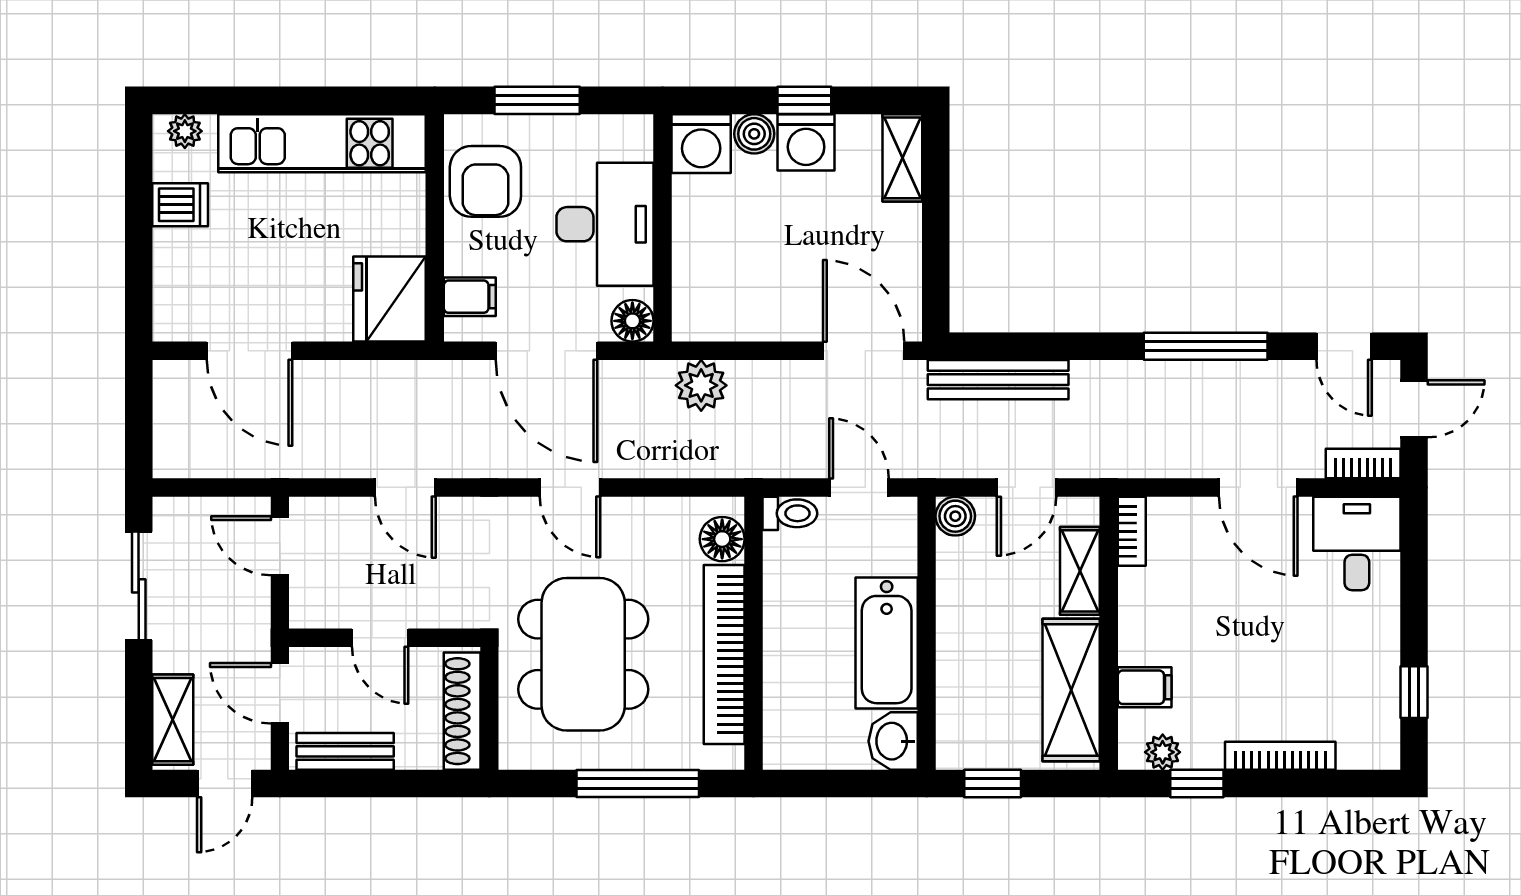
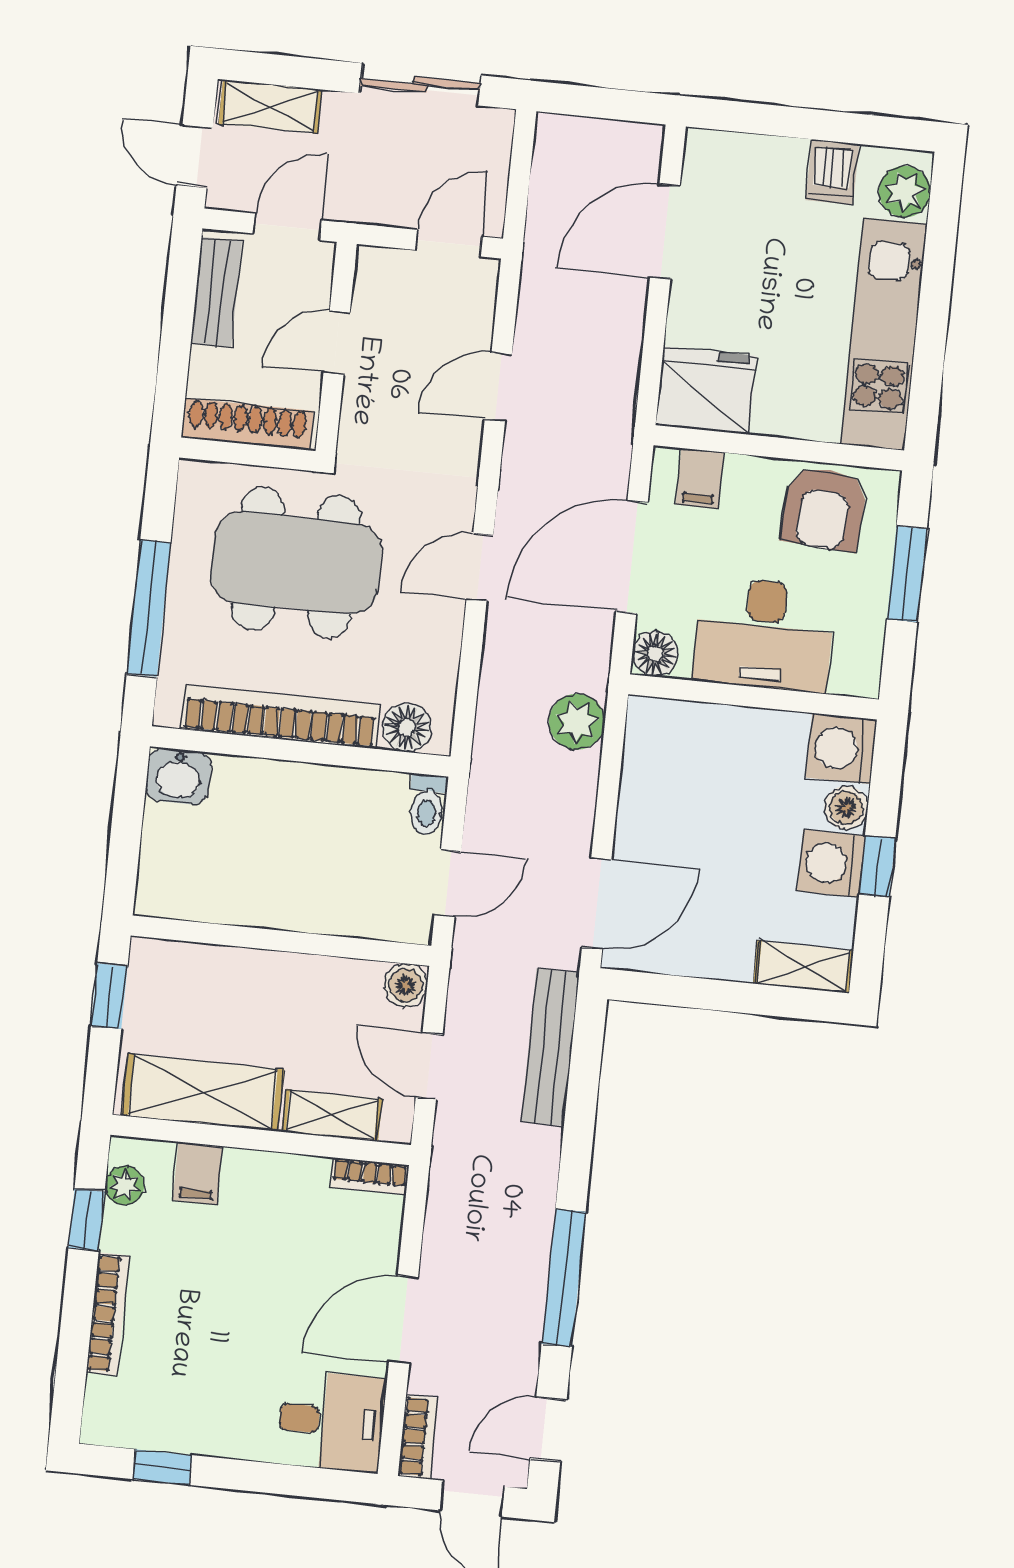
plant: (185, 131) -> (905, 192), width x1.38, depth x1.38
armchair: (485, 181) -> (824, 509), turned -86
bathtub: (887, 643) -> (275, 896), removed
washbasin: (893, 741) -> (179, 776), moved, turned 180

